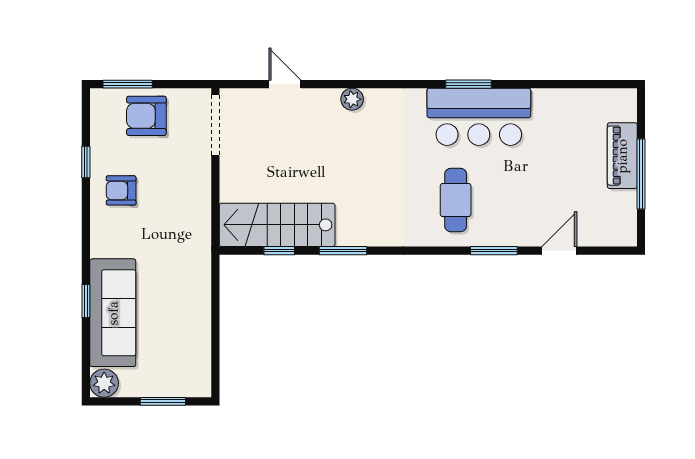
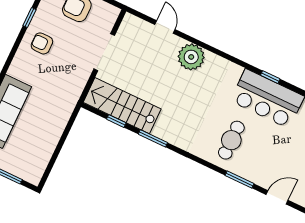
window: (469, 84) -> (270, 77), width x0.67
plant: (352, 99) -> (191, 57), width x1.87, depth x1.87
doorway: (215, 125) -> (104, 52), moved

